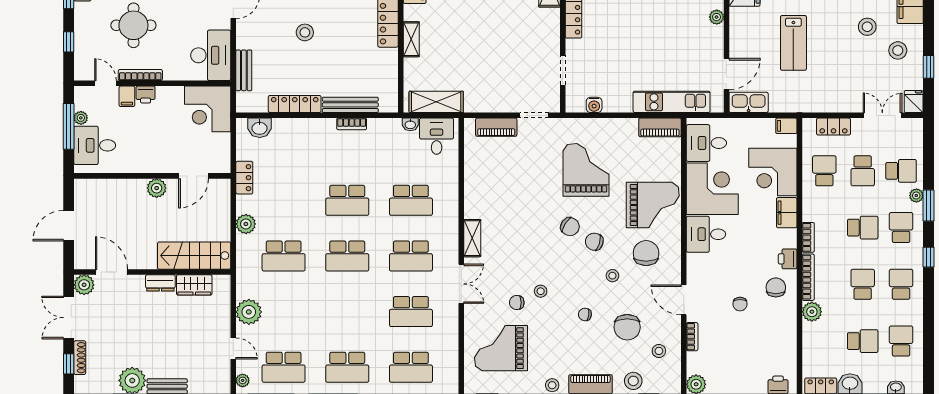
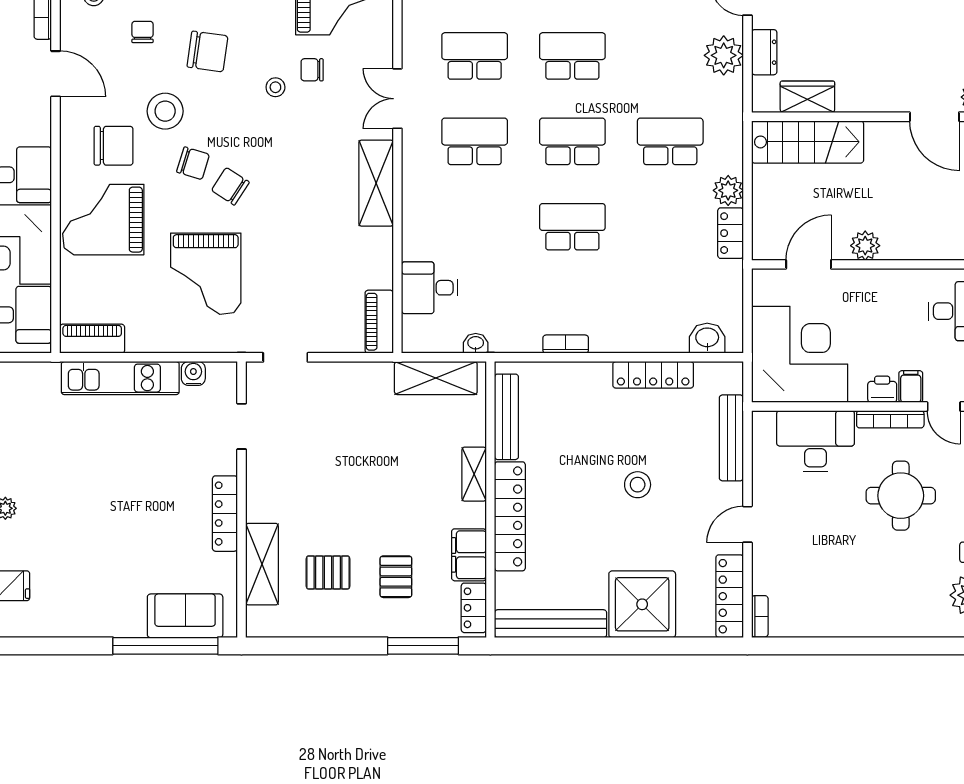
desk: (211, 55) -> (815, 441), moved, turned 90
bench: (244, 70) -> (731, 438), width x1.36
kitchen unit: (672, 102) -> (120, 378), moved
bench: (350, 105) -> (506, 417), moved, turned 90
corner desk: (208, 109) -> (800, 354), width x1.36, depth x1.36
piano: (496, 127) -> (379, 322), moved, turned -90
desk: (437, 136) -> (430, 288), moved, turned 90
locker: (244, 178) -> (731, 233), moved
school desk: (411, 200) -> (572, 56), moved
shelving: (472, 238) -> (376, 183), width x1.50, depth x1.33
chair: (646, 253) -> (114, 146), turned -90
stool: (612, 276) -> (165, 111), width x1.89, depth x1.89
dresser: (160, 283) -> (764, 52), moved, turned 90
chair: (517, 303) -> (312, 70), turned 180
chair: (585, 314) -> (207, 51), width x1.87, depth x1.87
chair: (627, 327) -> (143, 32), width x0.54, depth x0.54

